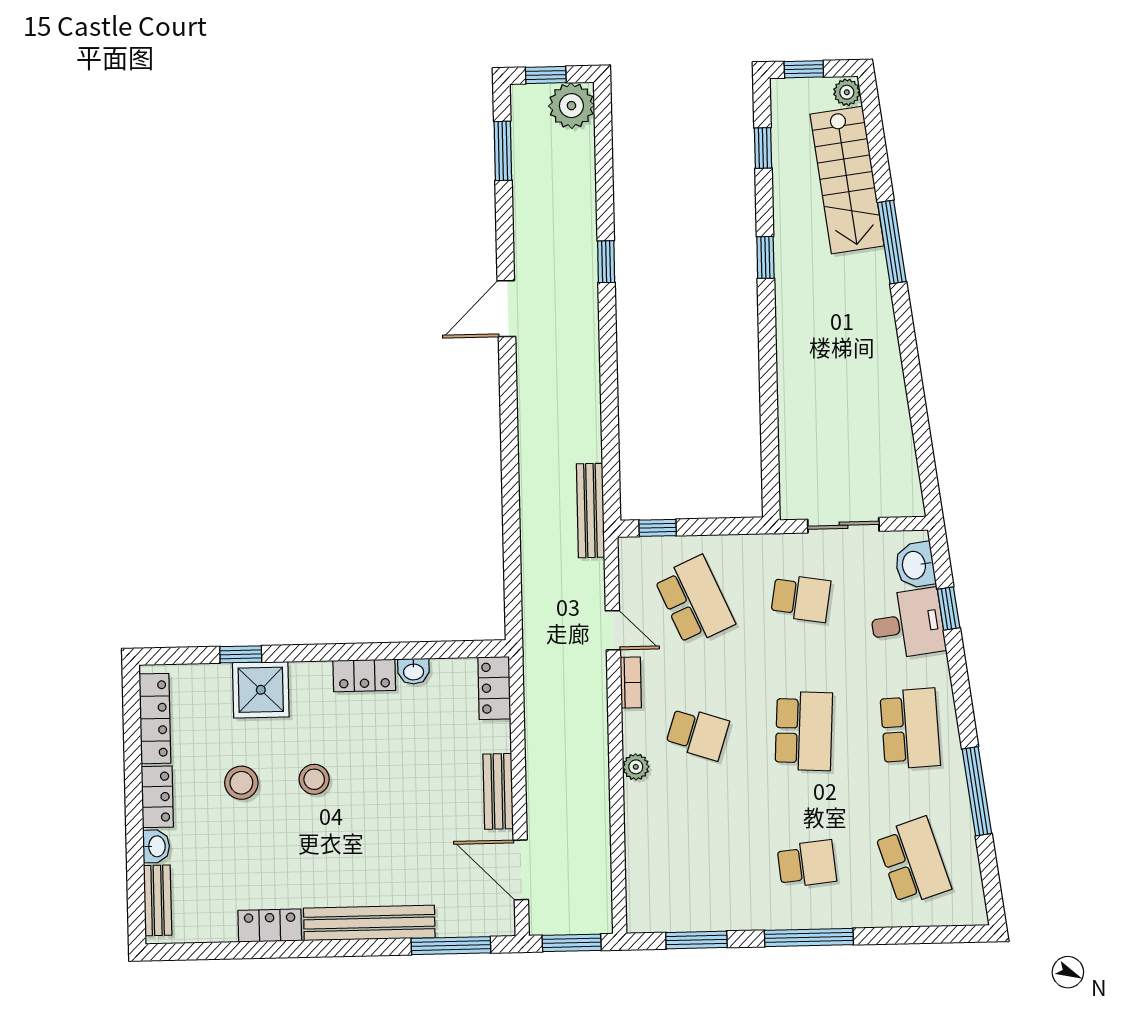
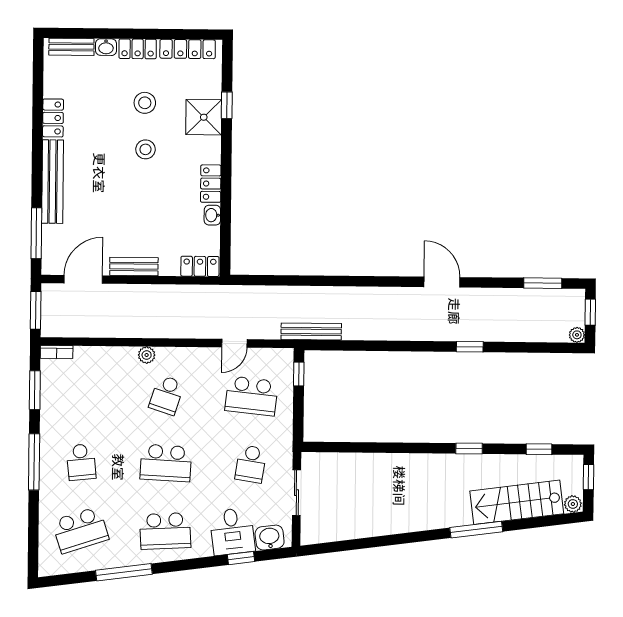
plant: (571, 106) -> (577, 335), width x0.53, depth x0.53
school desk: (694, 601) -> (251, 396), turned 30
bookcase: (631, 682) -> (57, 352), moved

